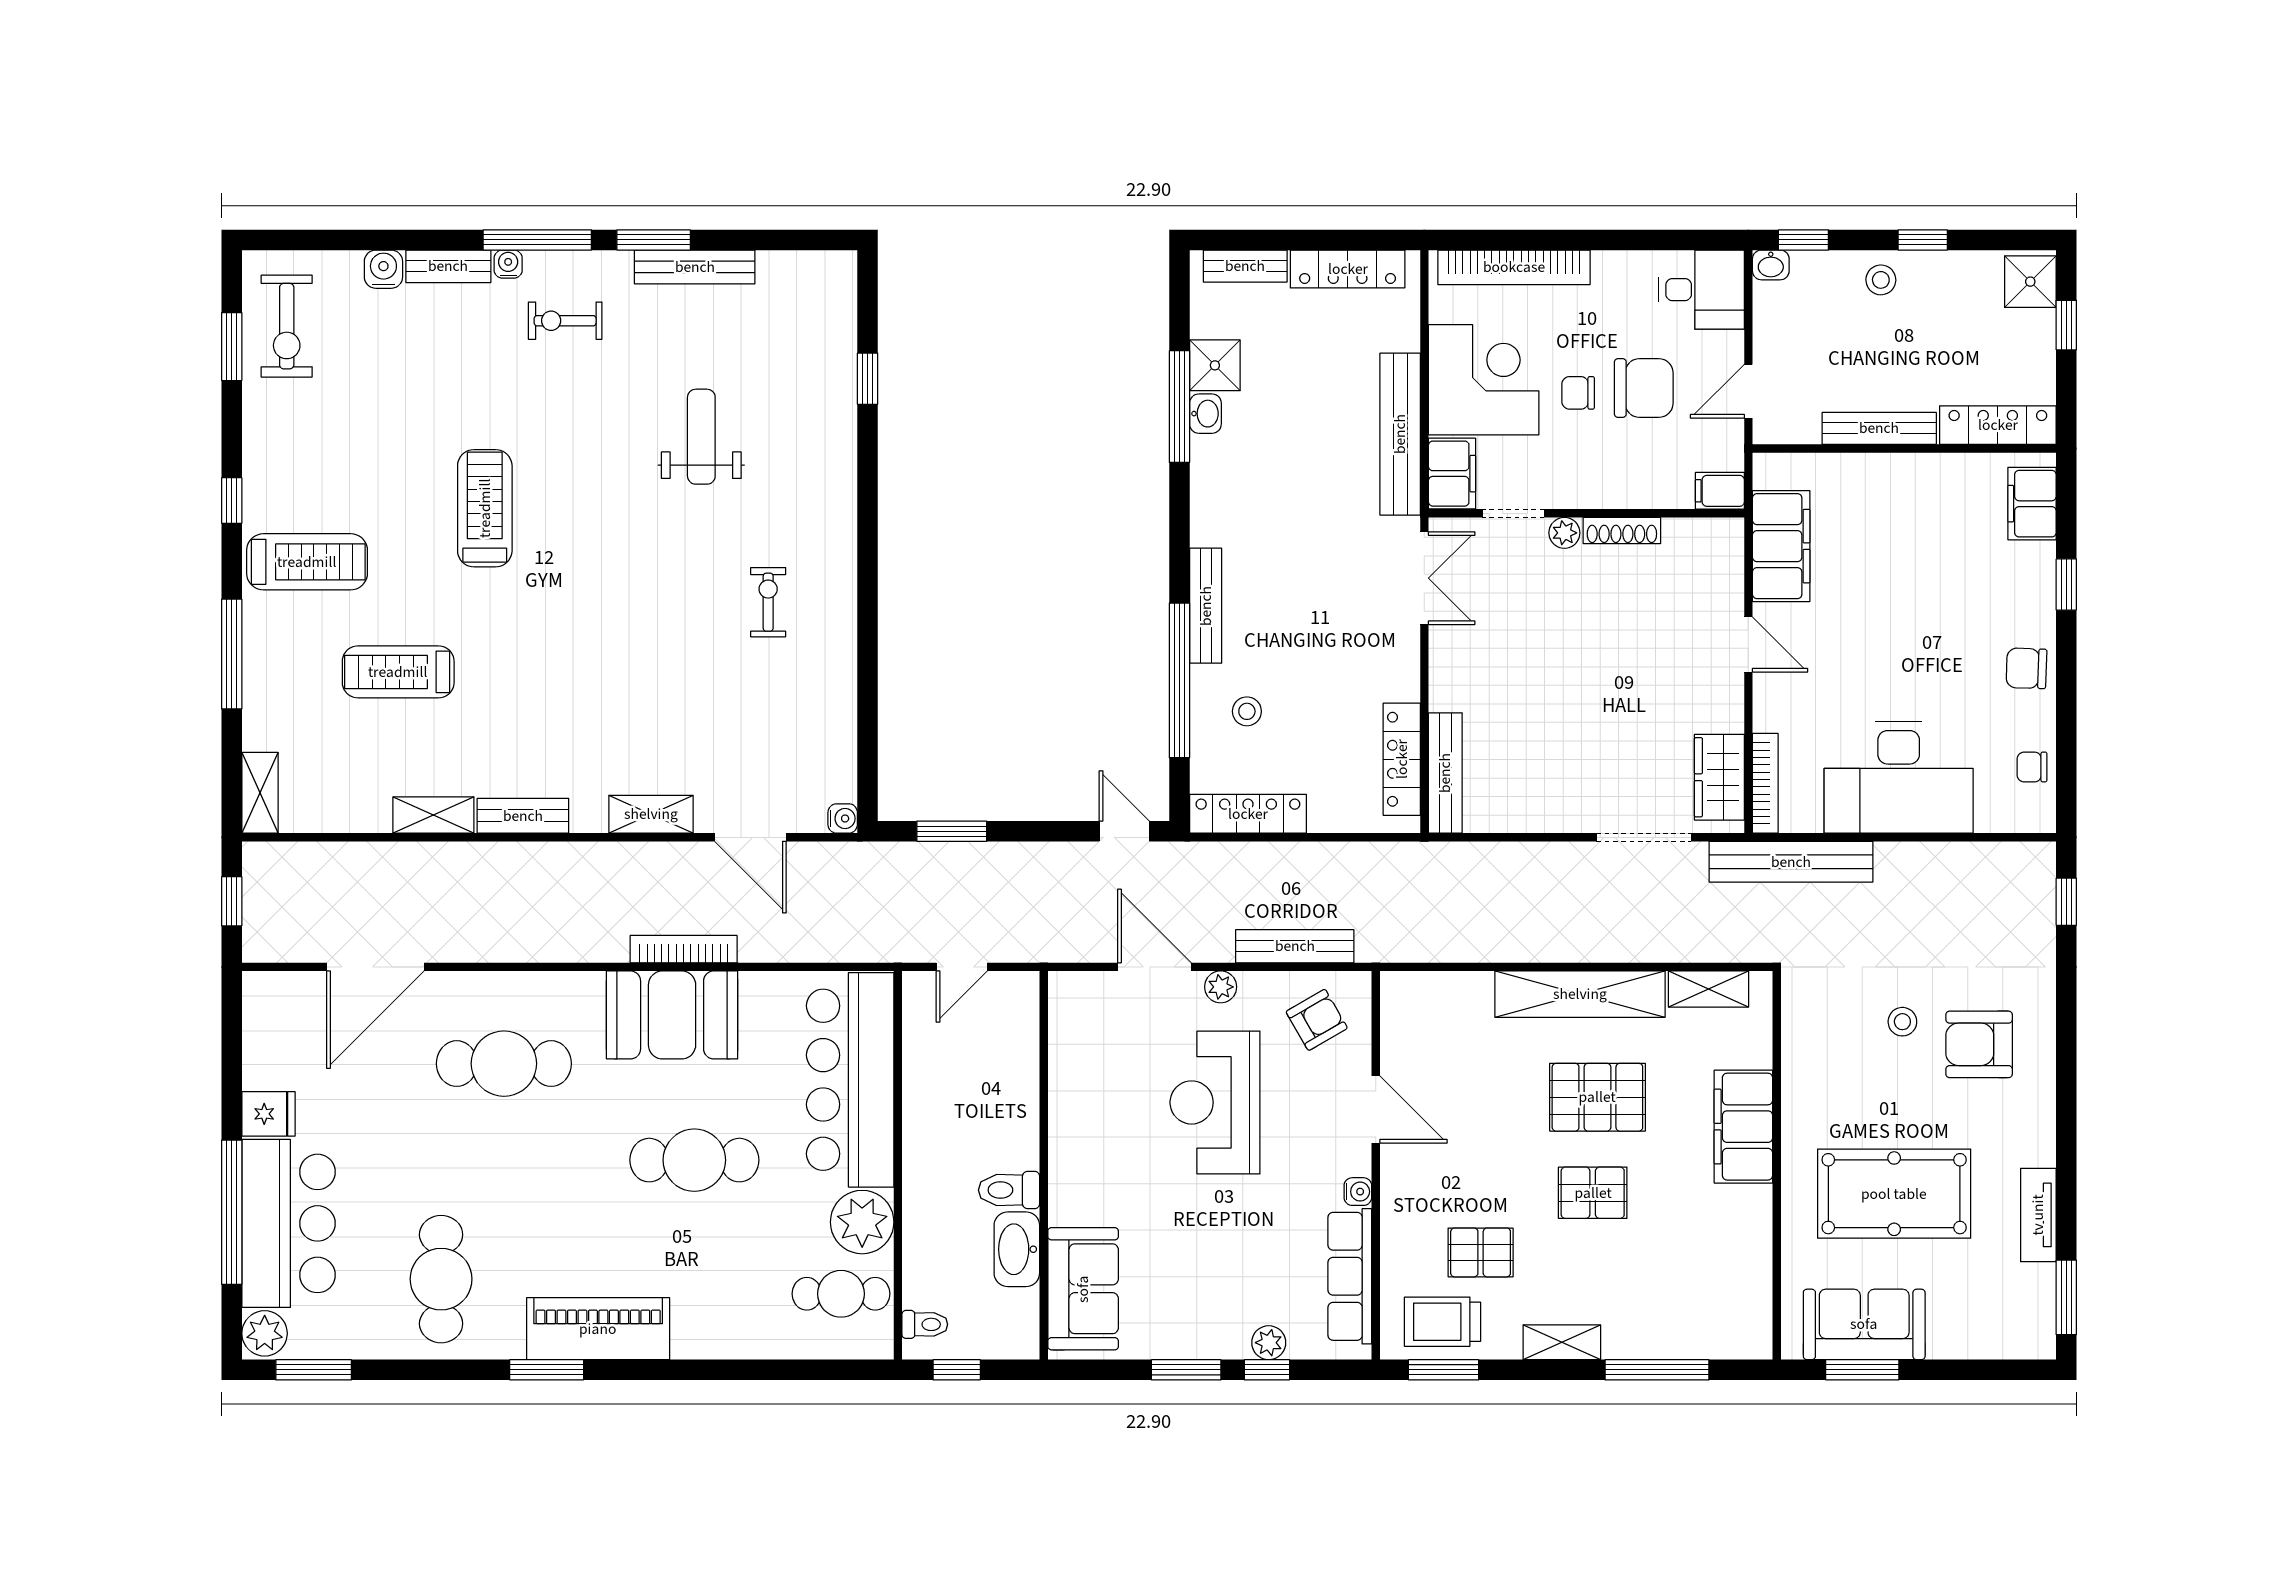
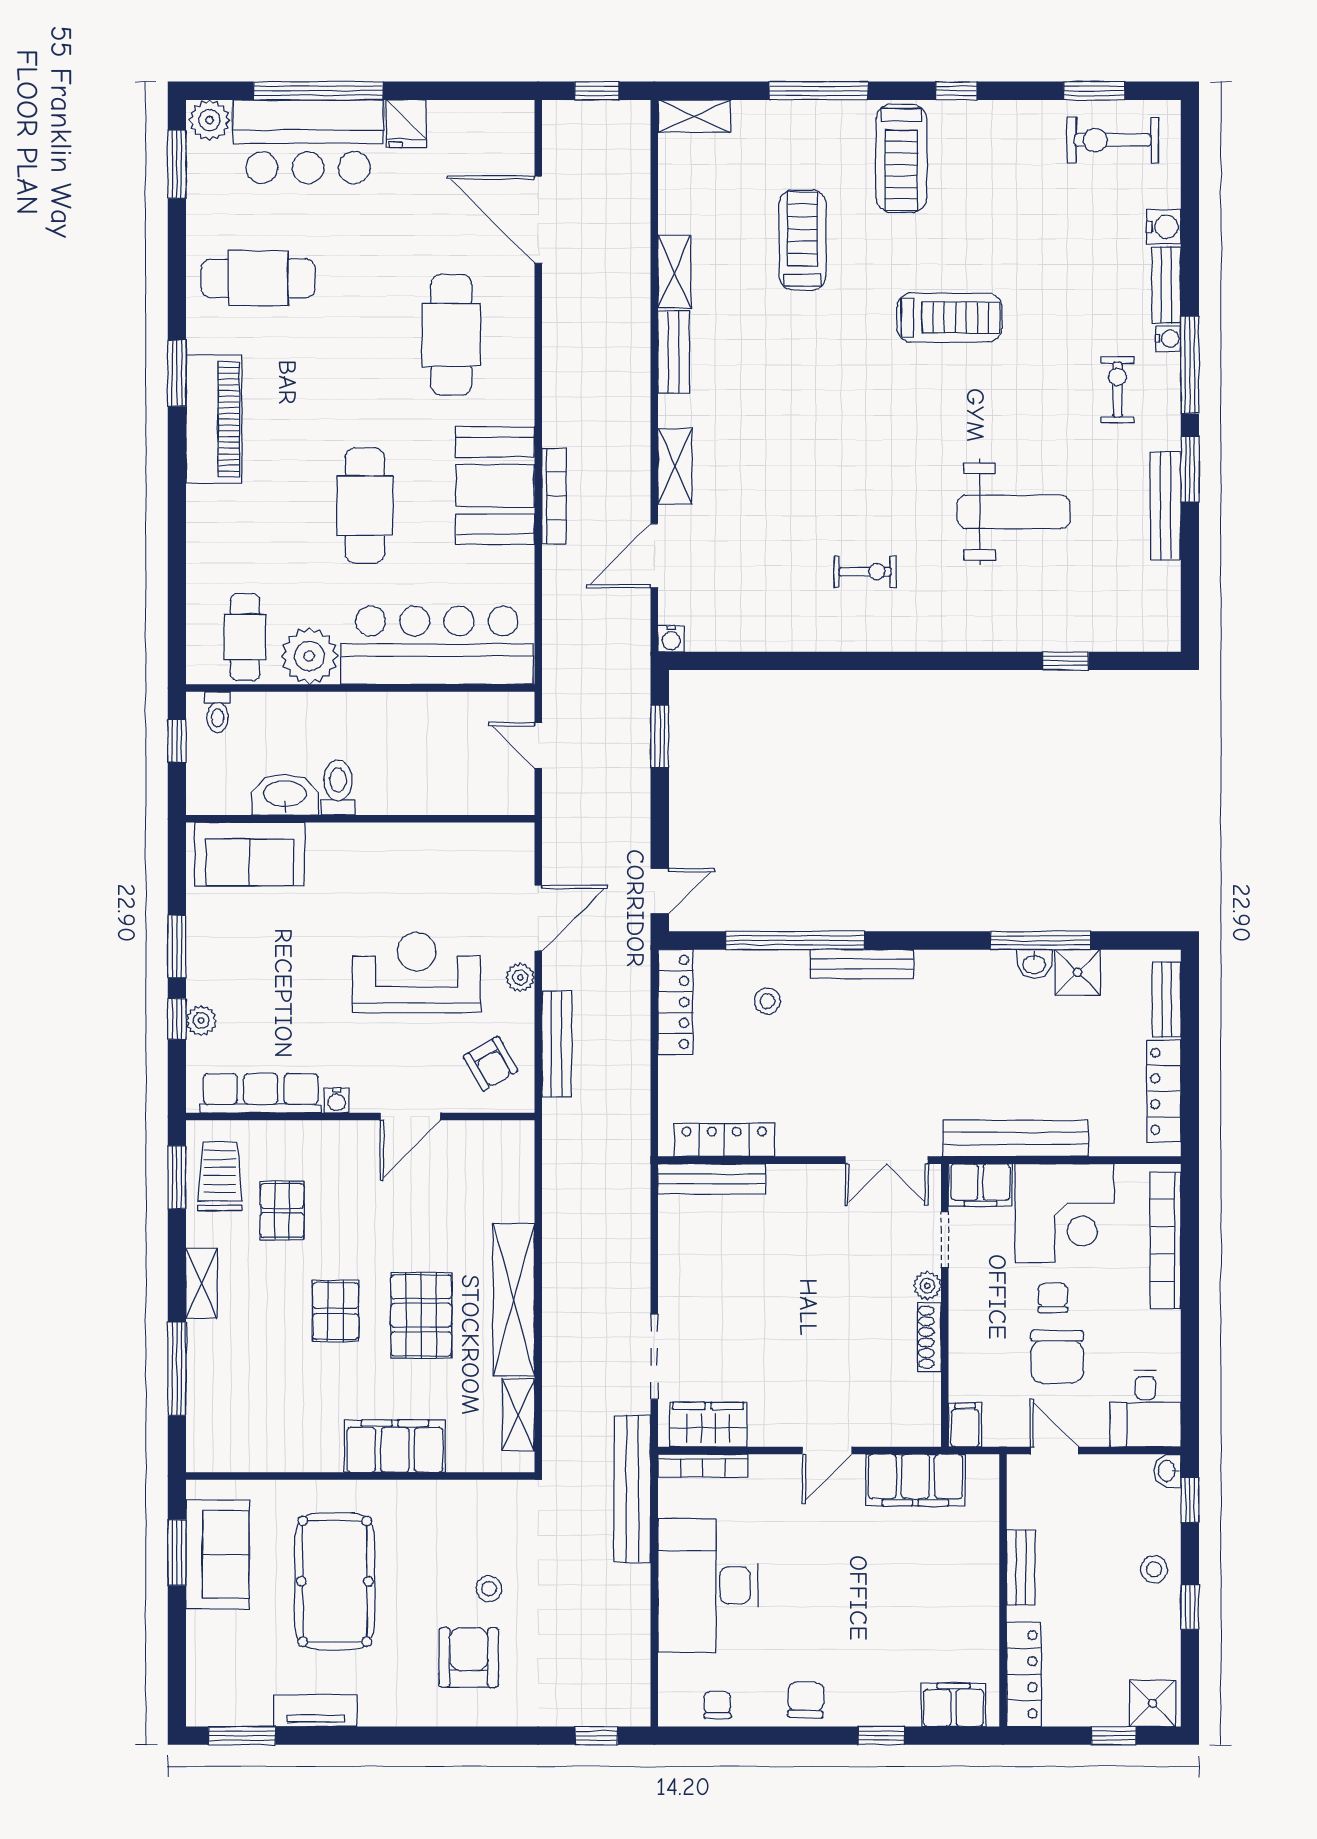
bench: (1879, 428) -> (1021, 1568), width x0.73
weight bench: (701, 437) -> (1013, 512), width x1.36, depth x1.33

